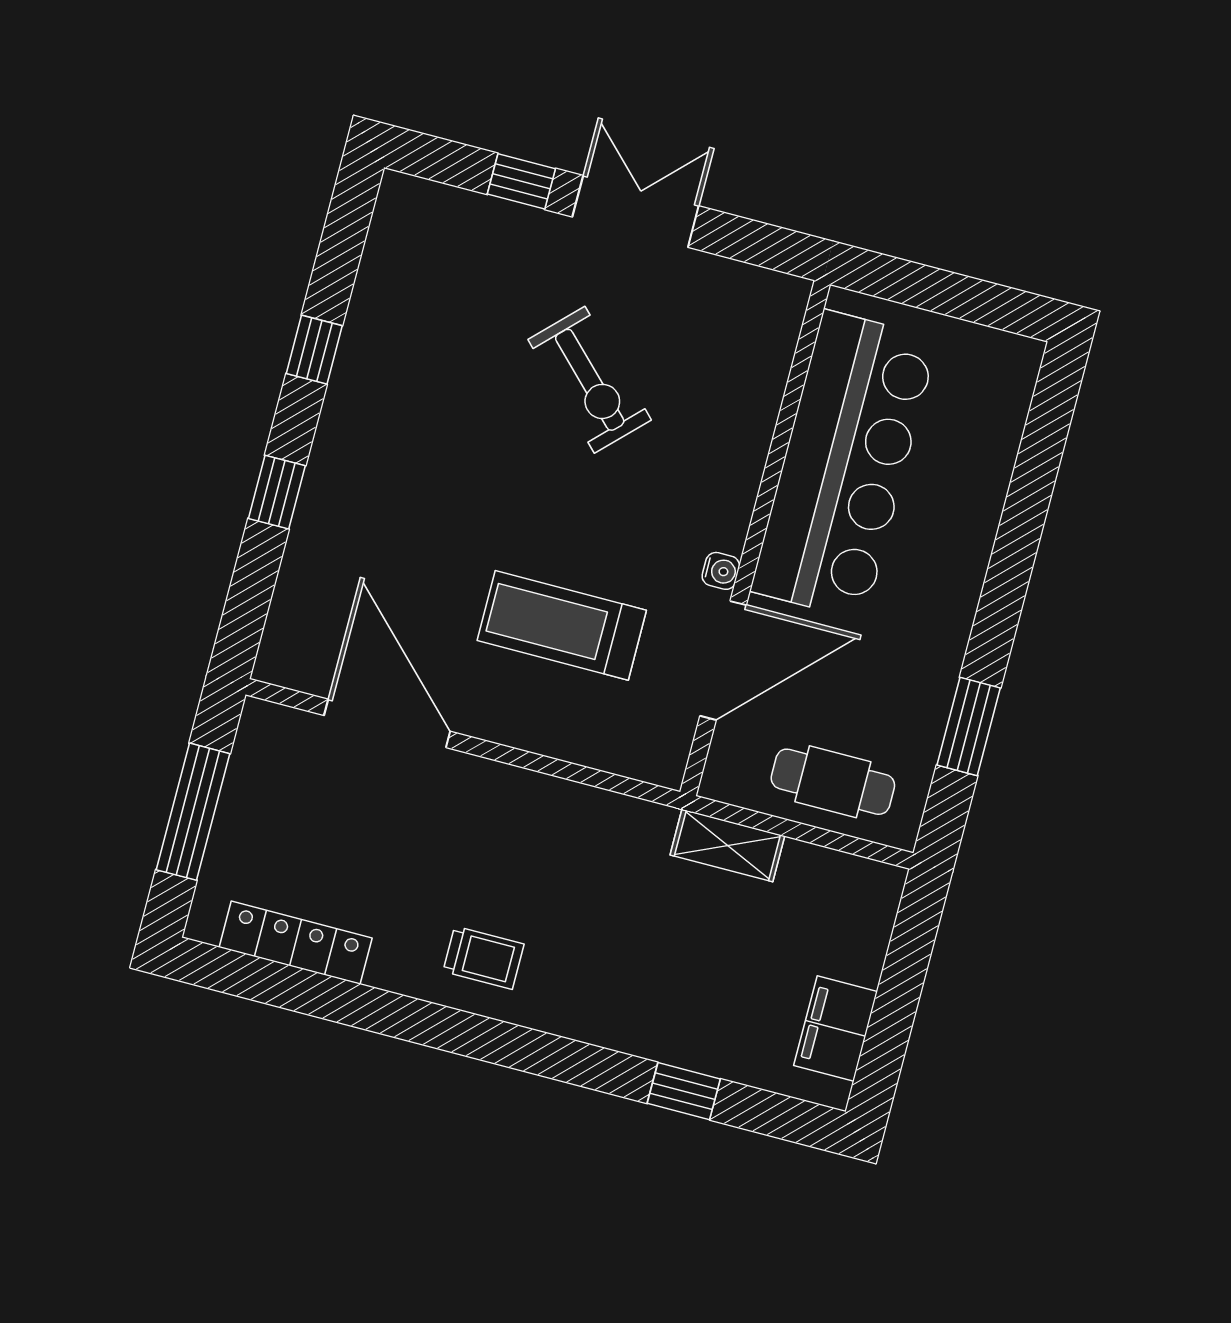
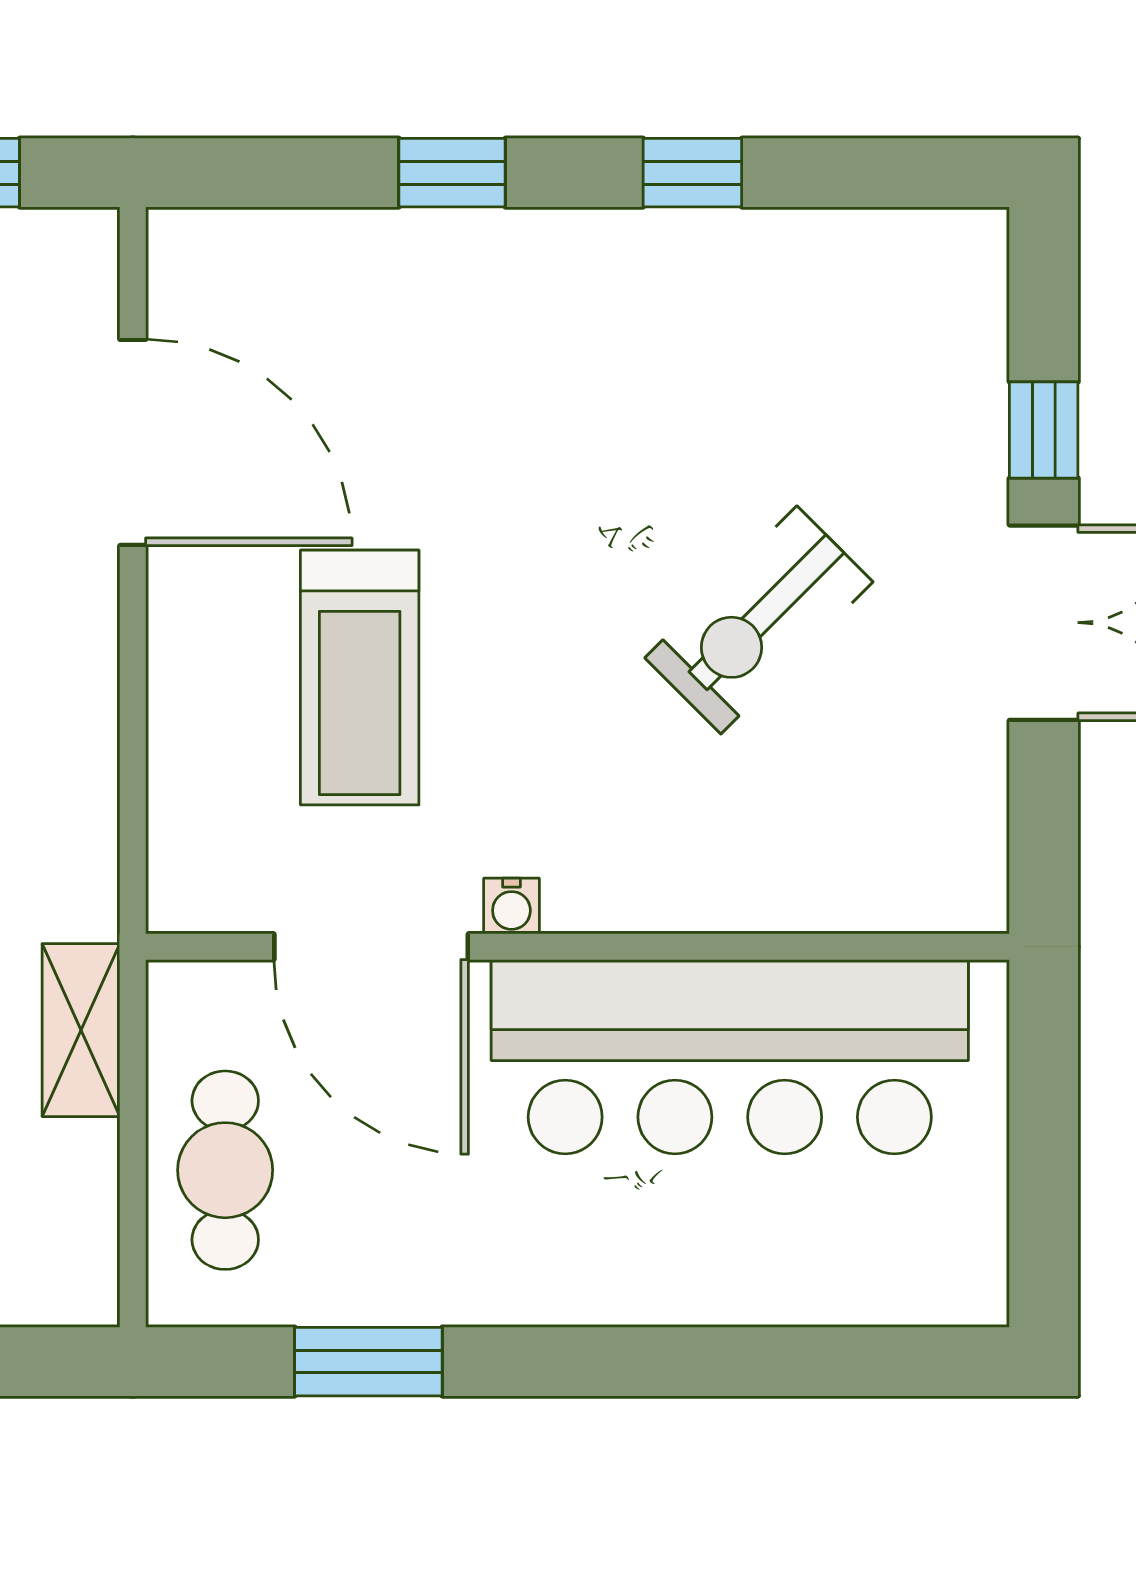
treadmill: (562, 625) -> (360, 678), turned 180
door: (387, 723) -> (133, 442), hinge flipped

